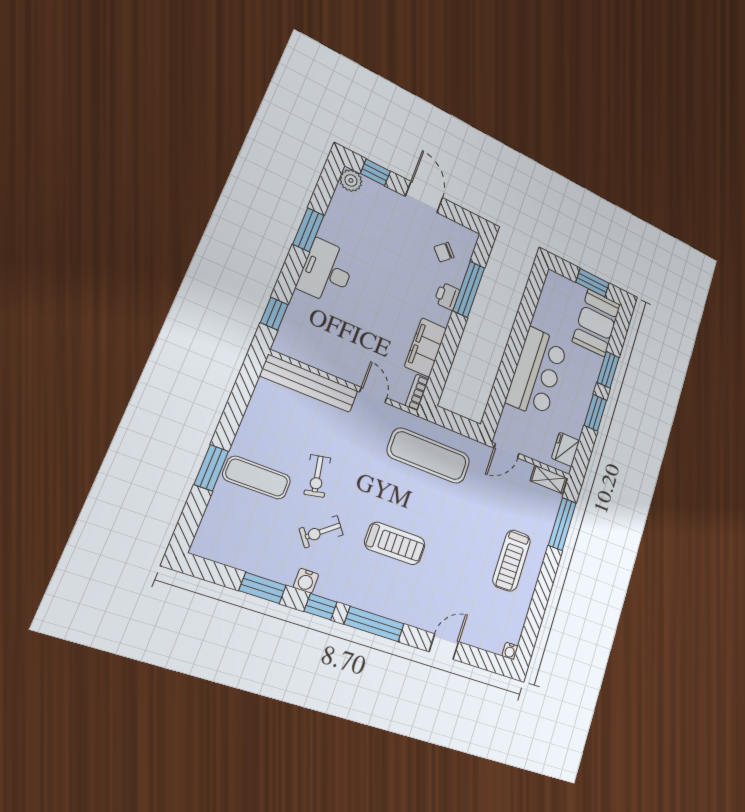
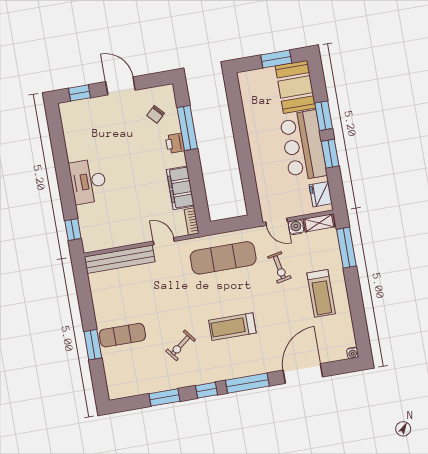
plant: (351, 180) -> (68, 110), removed
window: (308, 230) -> (61, 162), removed
bar counter: (537, 373) -> (303, 146), moved, turned 180
door: (507, 451) -> (277, 222), hinge flipped
exercise bike: (317, 476) -> (279, 267), moved
treadmill: (395, 543) -> (232, 327), turned 180
water cooler: (306, 581) -> (296, 227), moved, turned 180
door: (444, 647) -> (303, 374), width x1.87

